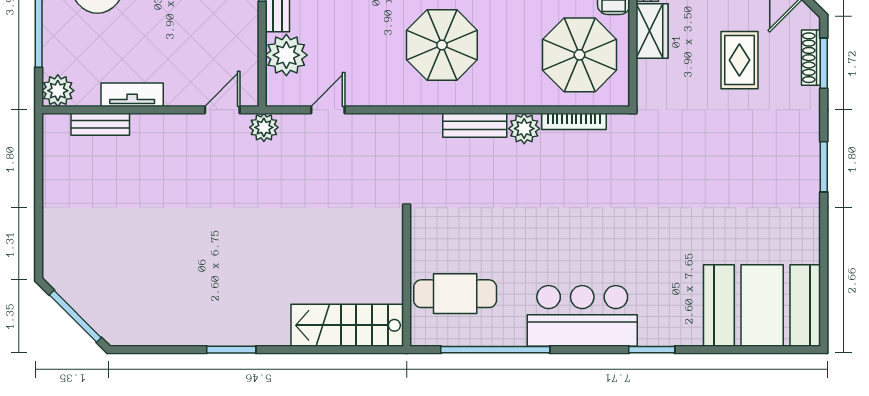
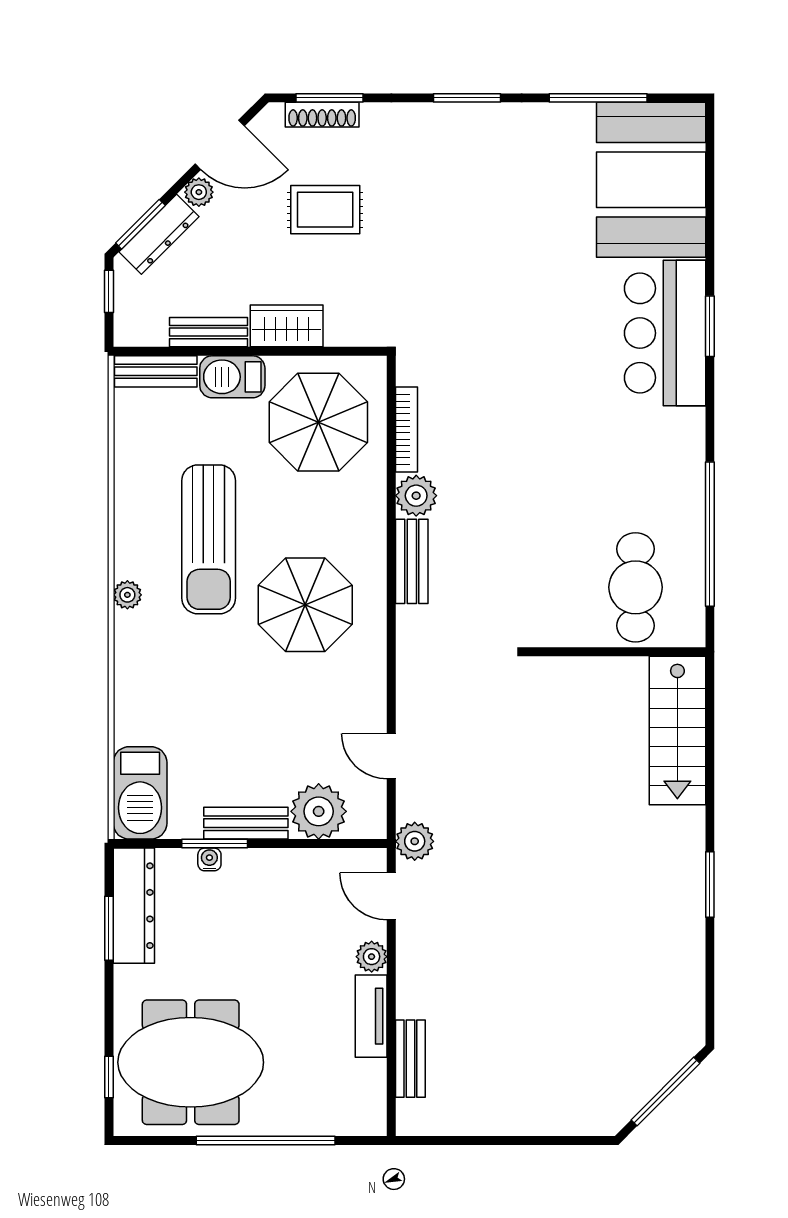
plant: (58, 91) -> (372, 957), moved, width x0.73, depth x0.73
window: (824, 266) -> (598, 98), added
bar counter: (582, 316) -> (665, 333), moved

